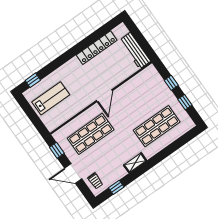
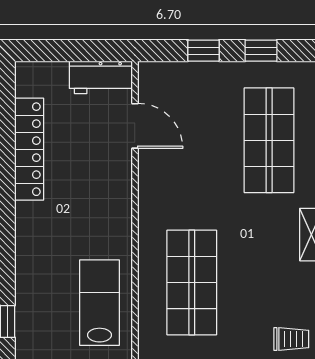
workbench: (135, 51) -> (101, 77), width x0.73
door: (104, 96) -> (135, 126), moved
lab bench: (51, 98) -> (99, 303), moved

